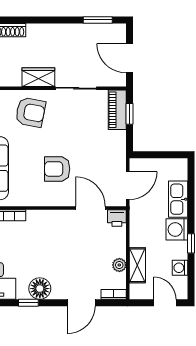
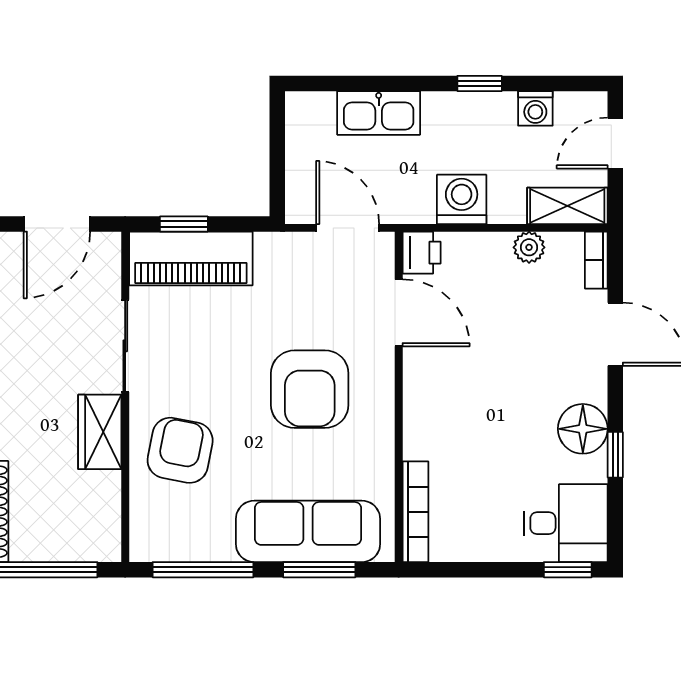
piano: (117, 110) -> (191, 258), width x1.37, depth x1.33
armchair: (57, 169) -> (310, 389), width x1.36, depth x1.36
door: (91, 208) -> (399, 313), swing flipped
washing machine: (177, 229) -> (462, 199), moved, turned 180
shelving: (137, 265) -> (567, 206), moved

